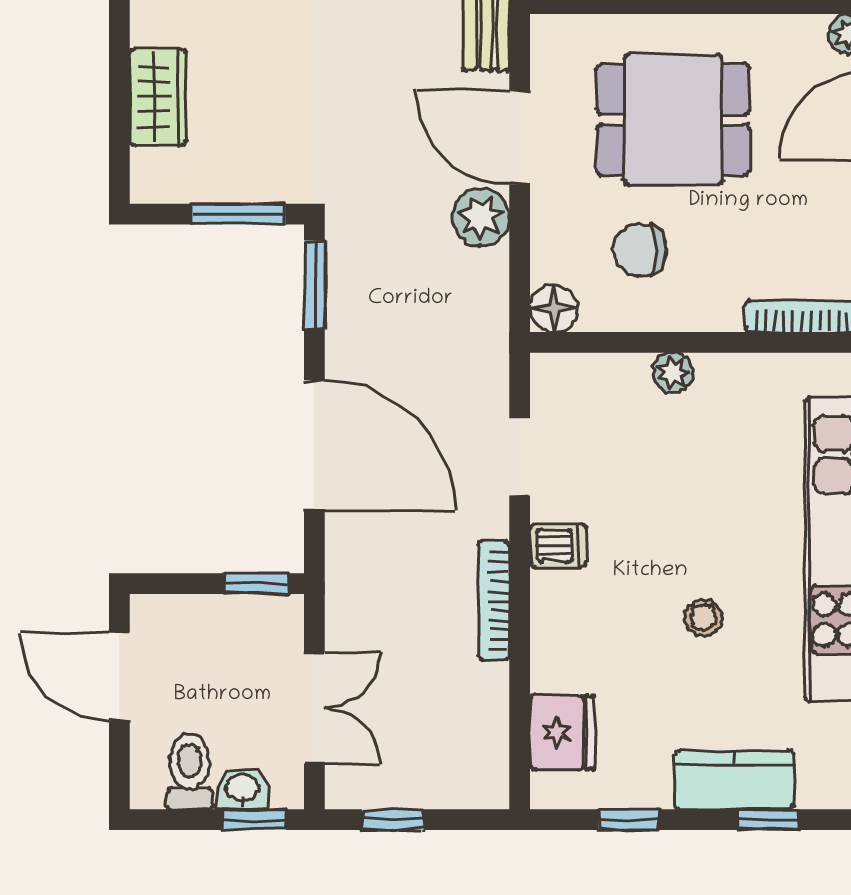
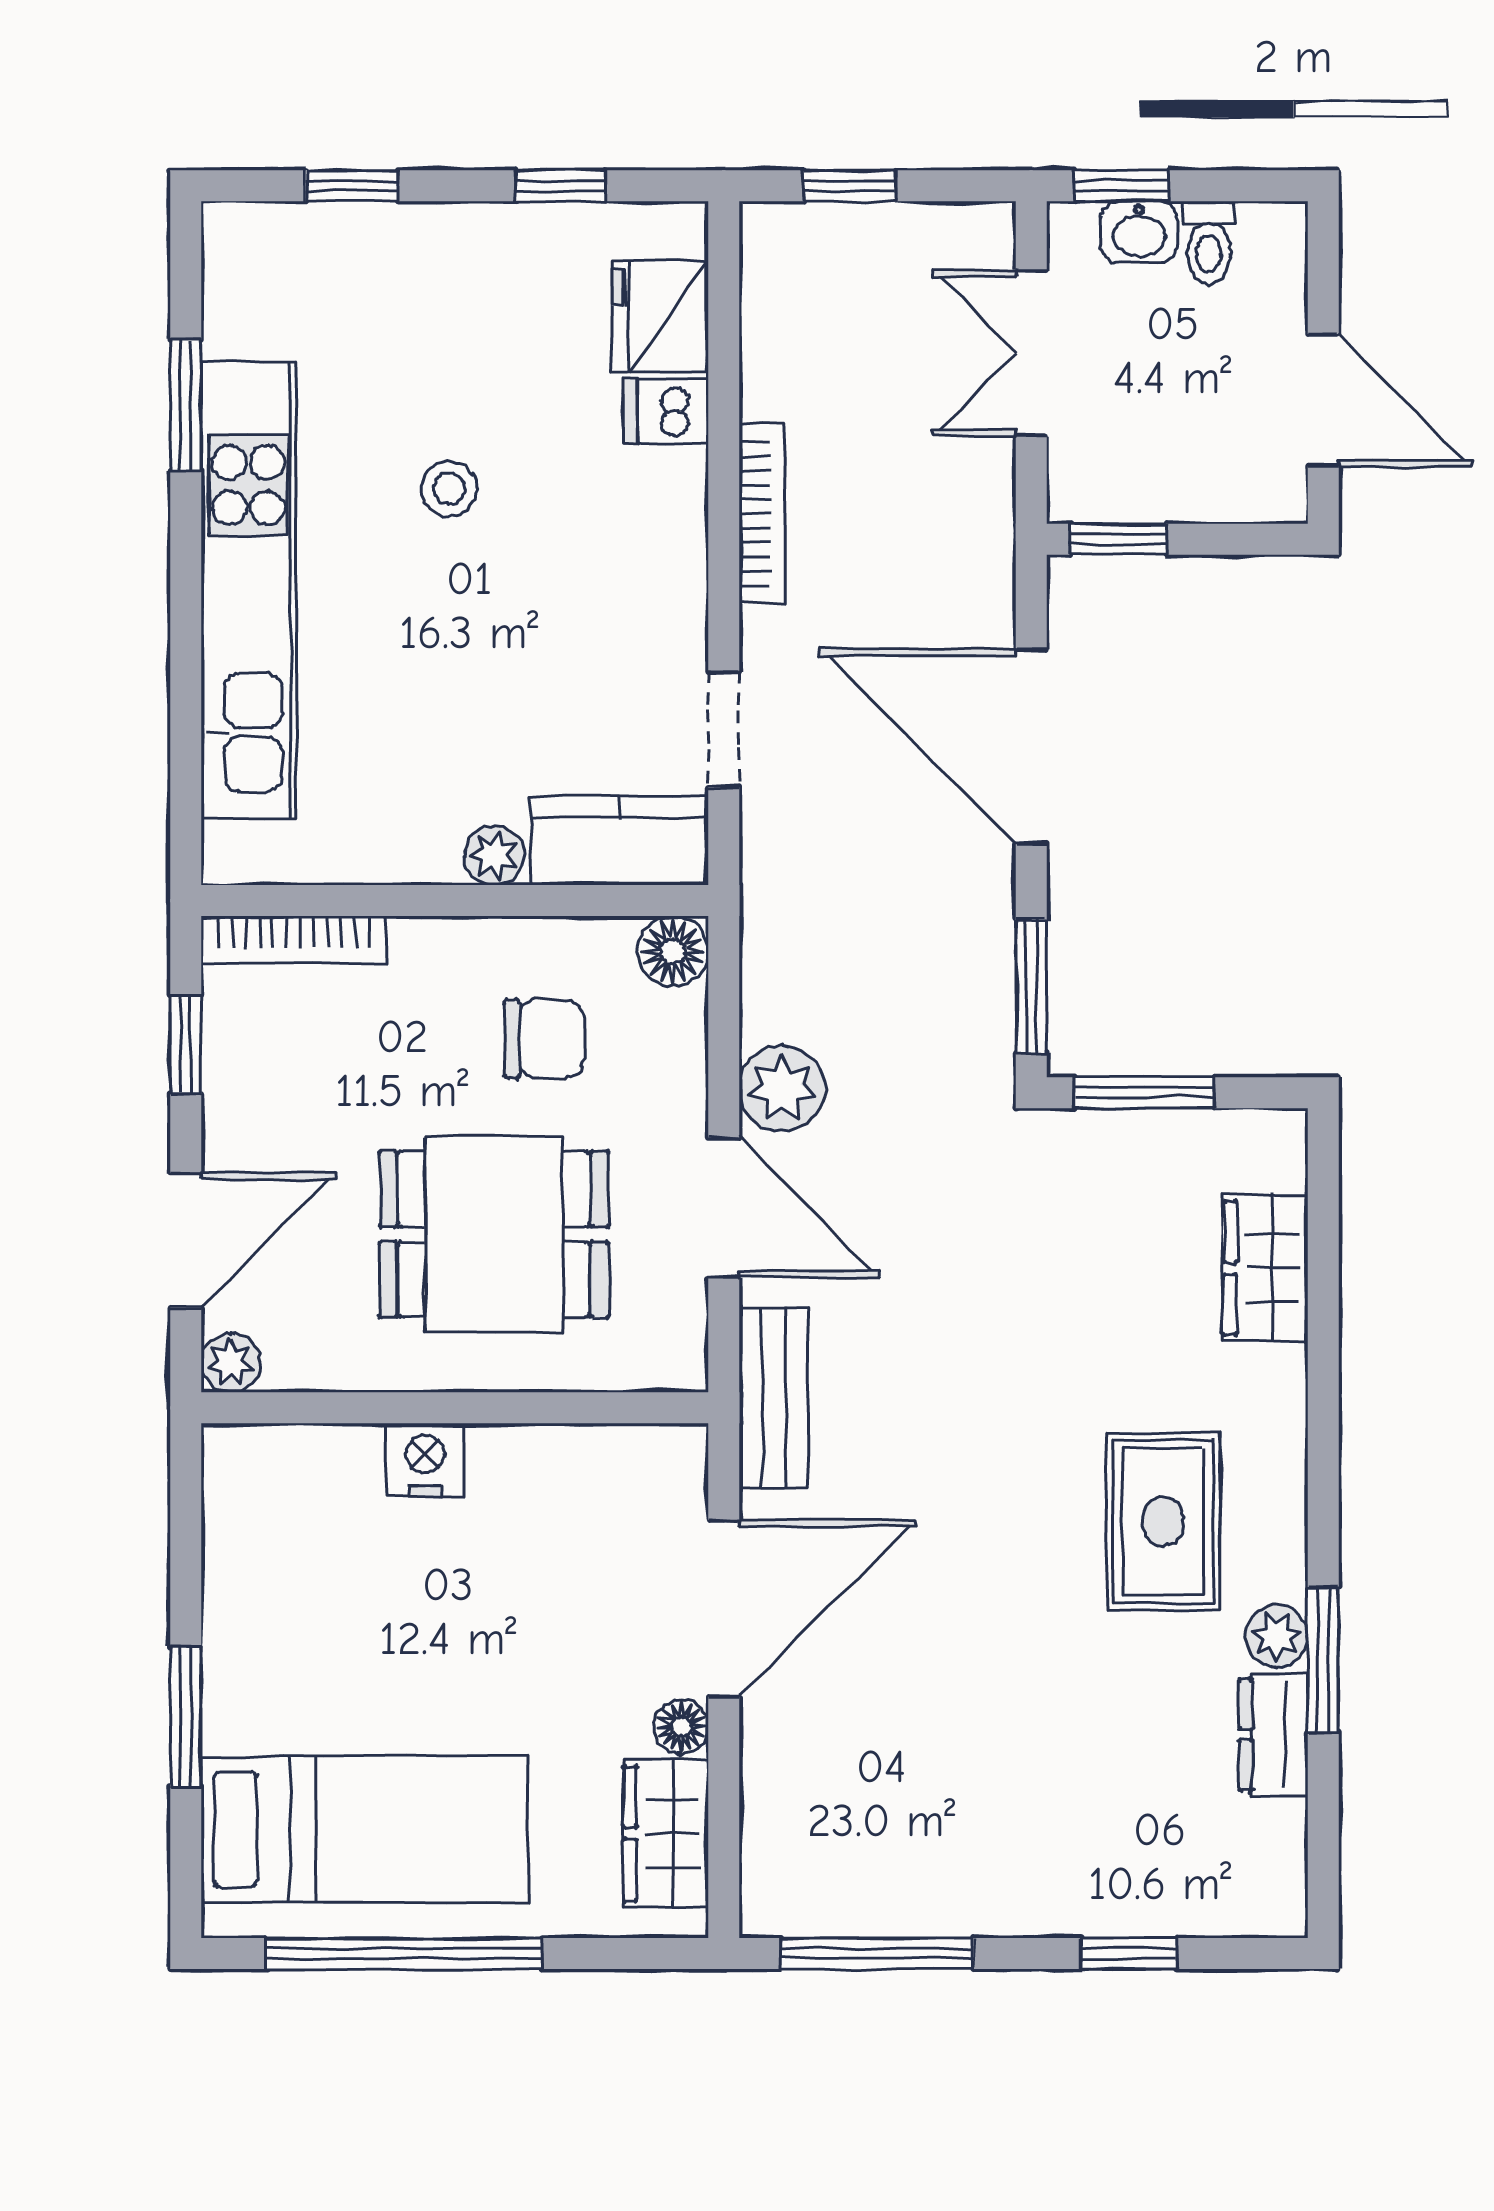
dishwasher: (558, 546) -> (666, 411), moved
toilet: (190, 771) -> (1209, 242), width x0.73, depth x0.72
kitchen counter: (734, 780) -> (619, 841), moved, turned 180
window: (393, 820) -> (850, 186), moved

